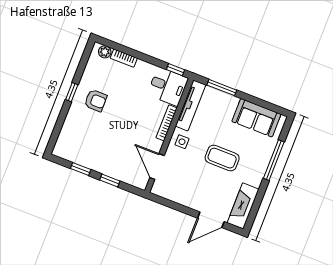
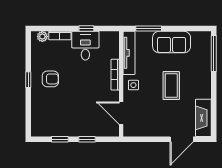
window: (176, 70) -> (86, 29), moved
desk: (168, 86) -> (85, 46), moved, turned -90
sofa: (256, 118) -> (172, 42), moved
coffee table: (222, 158) -> (171, 86), turned 90
window: (274, 160) -> (214, 53), moved

